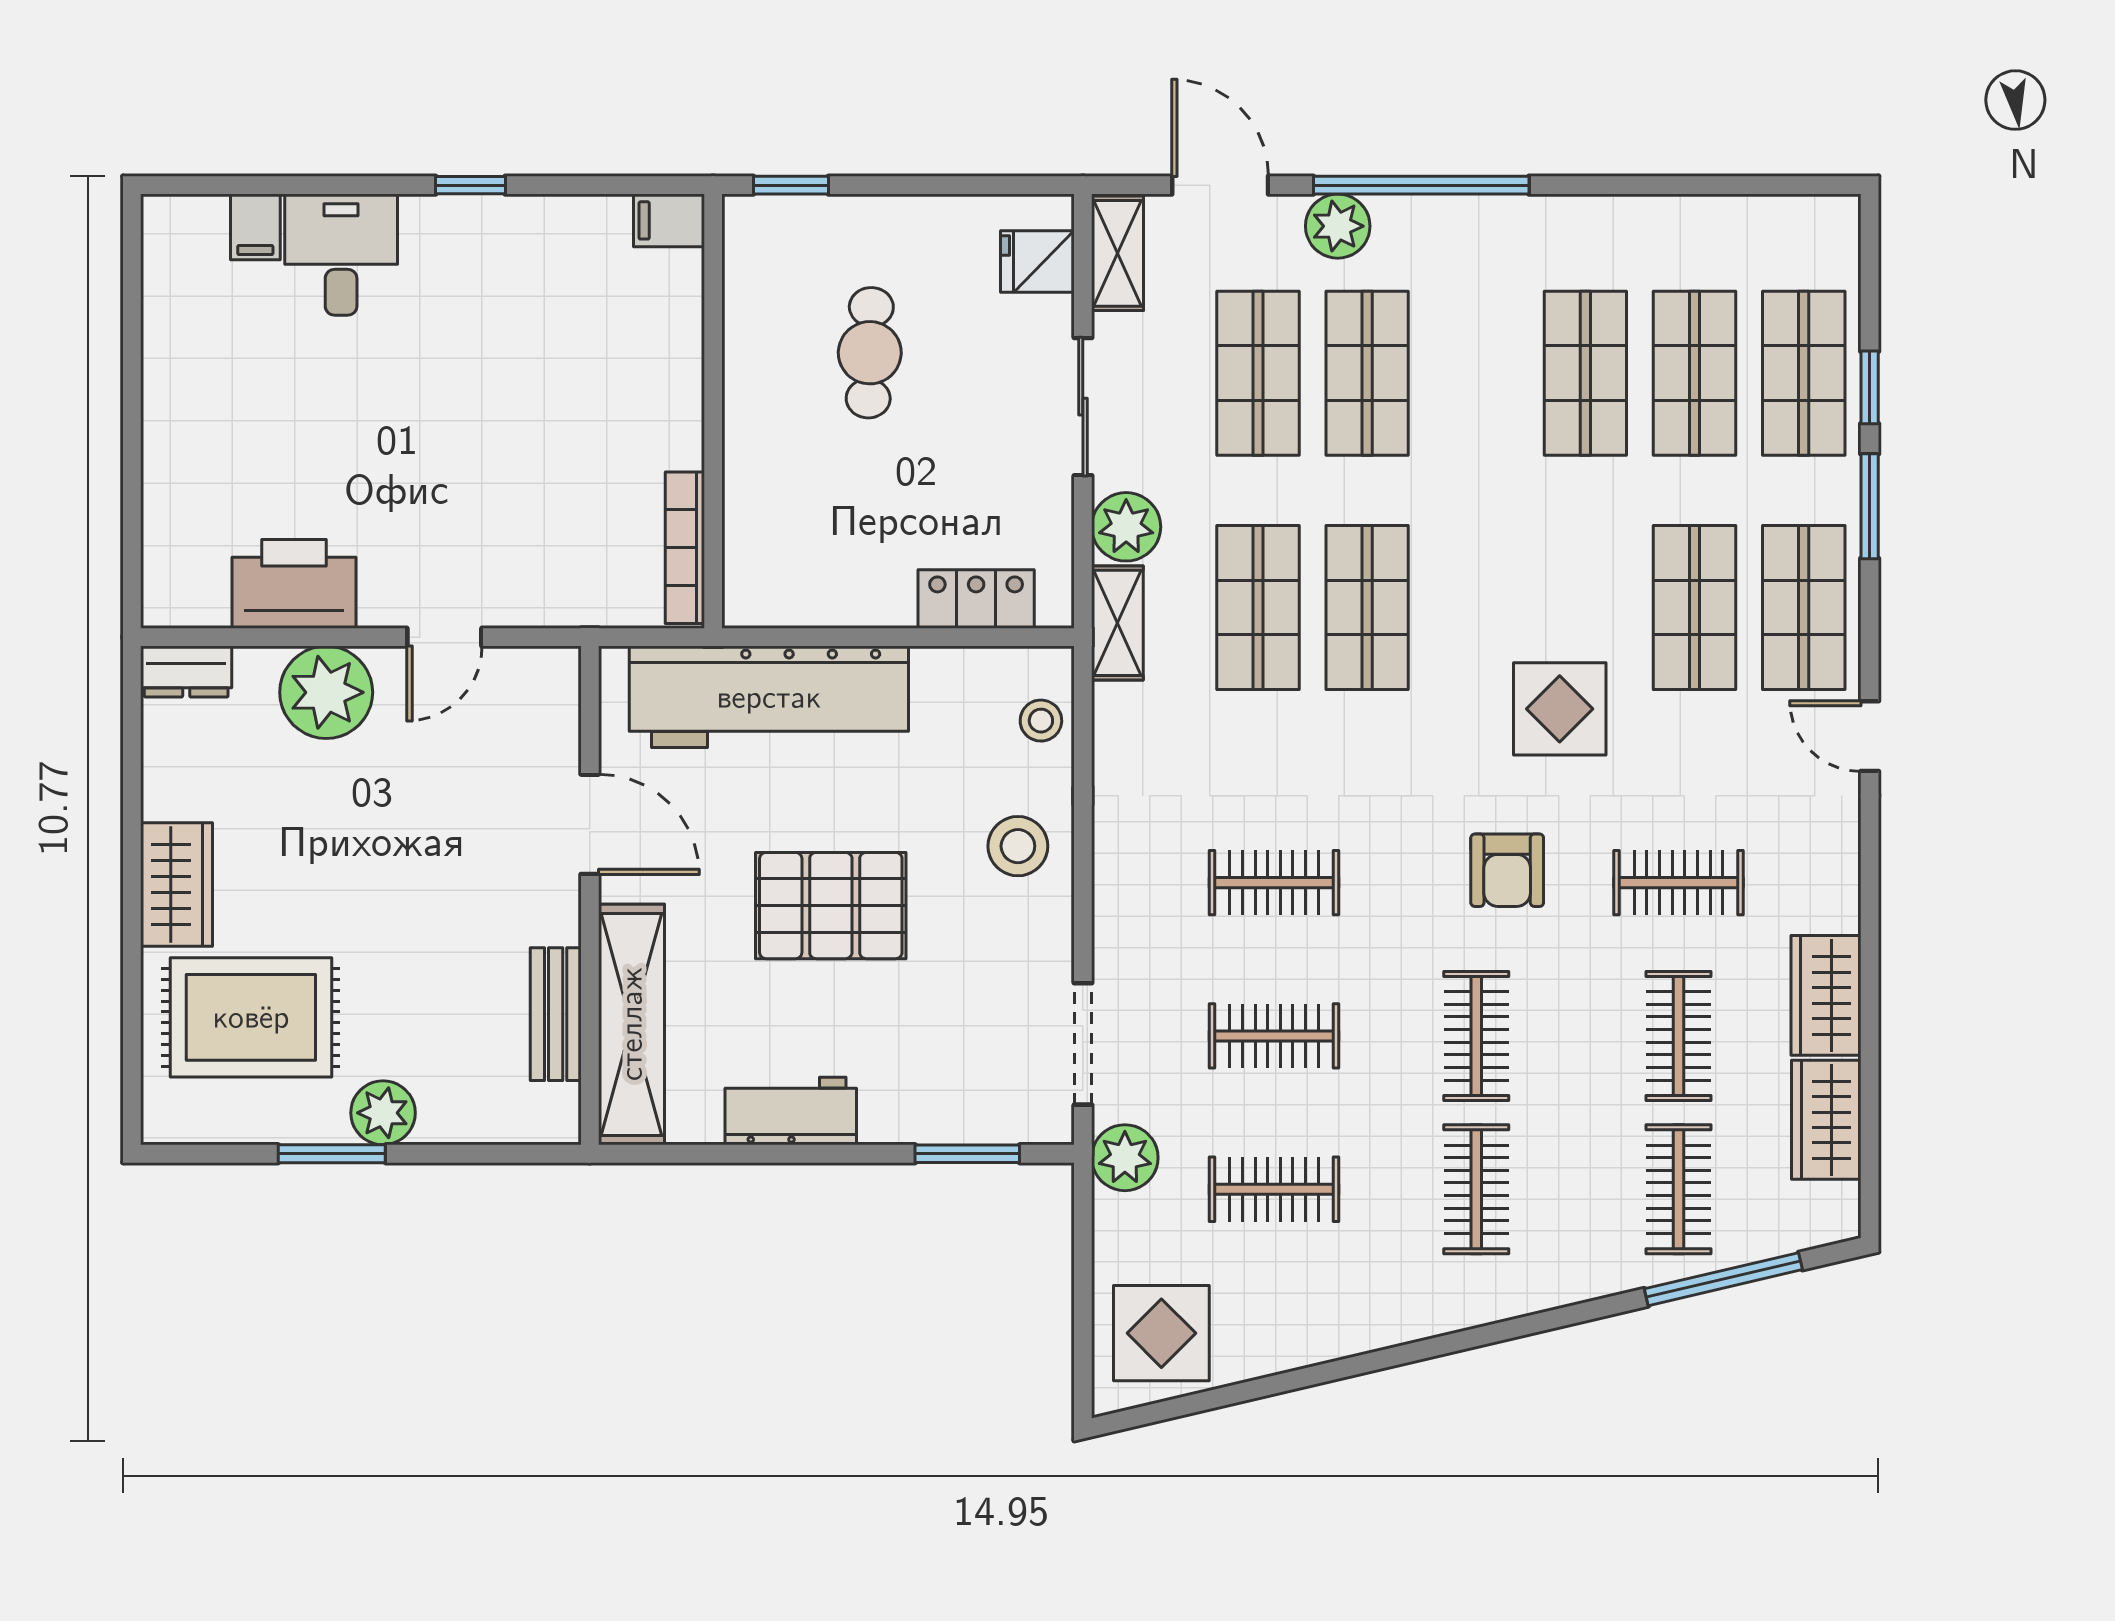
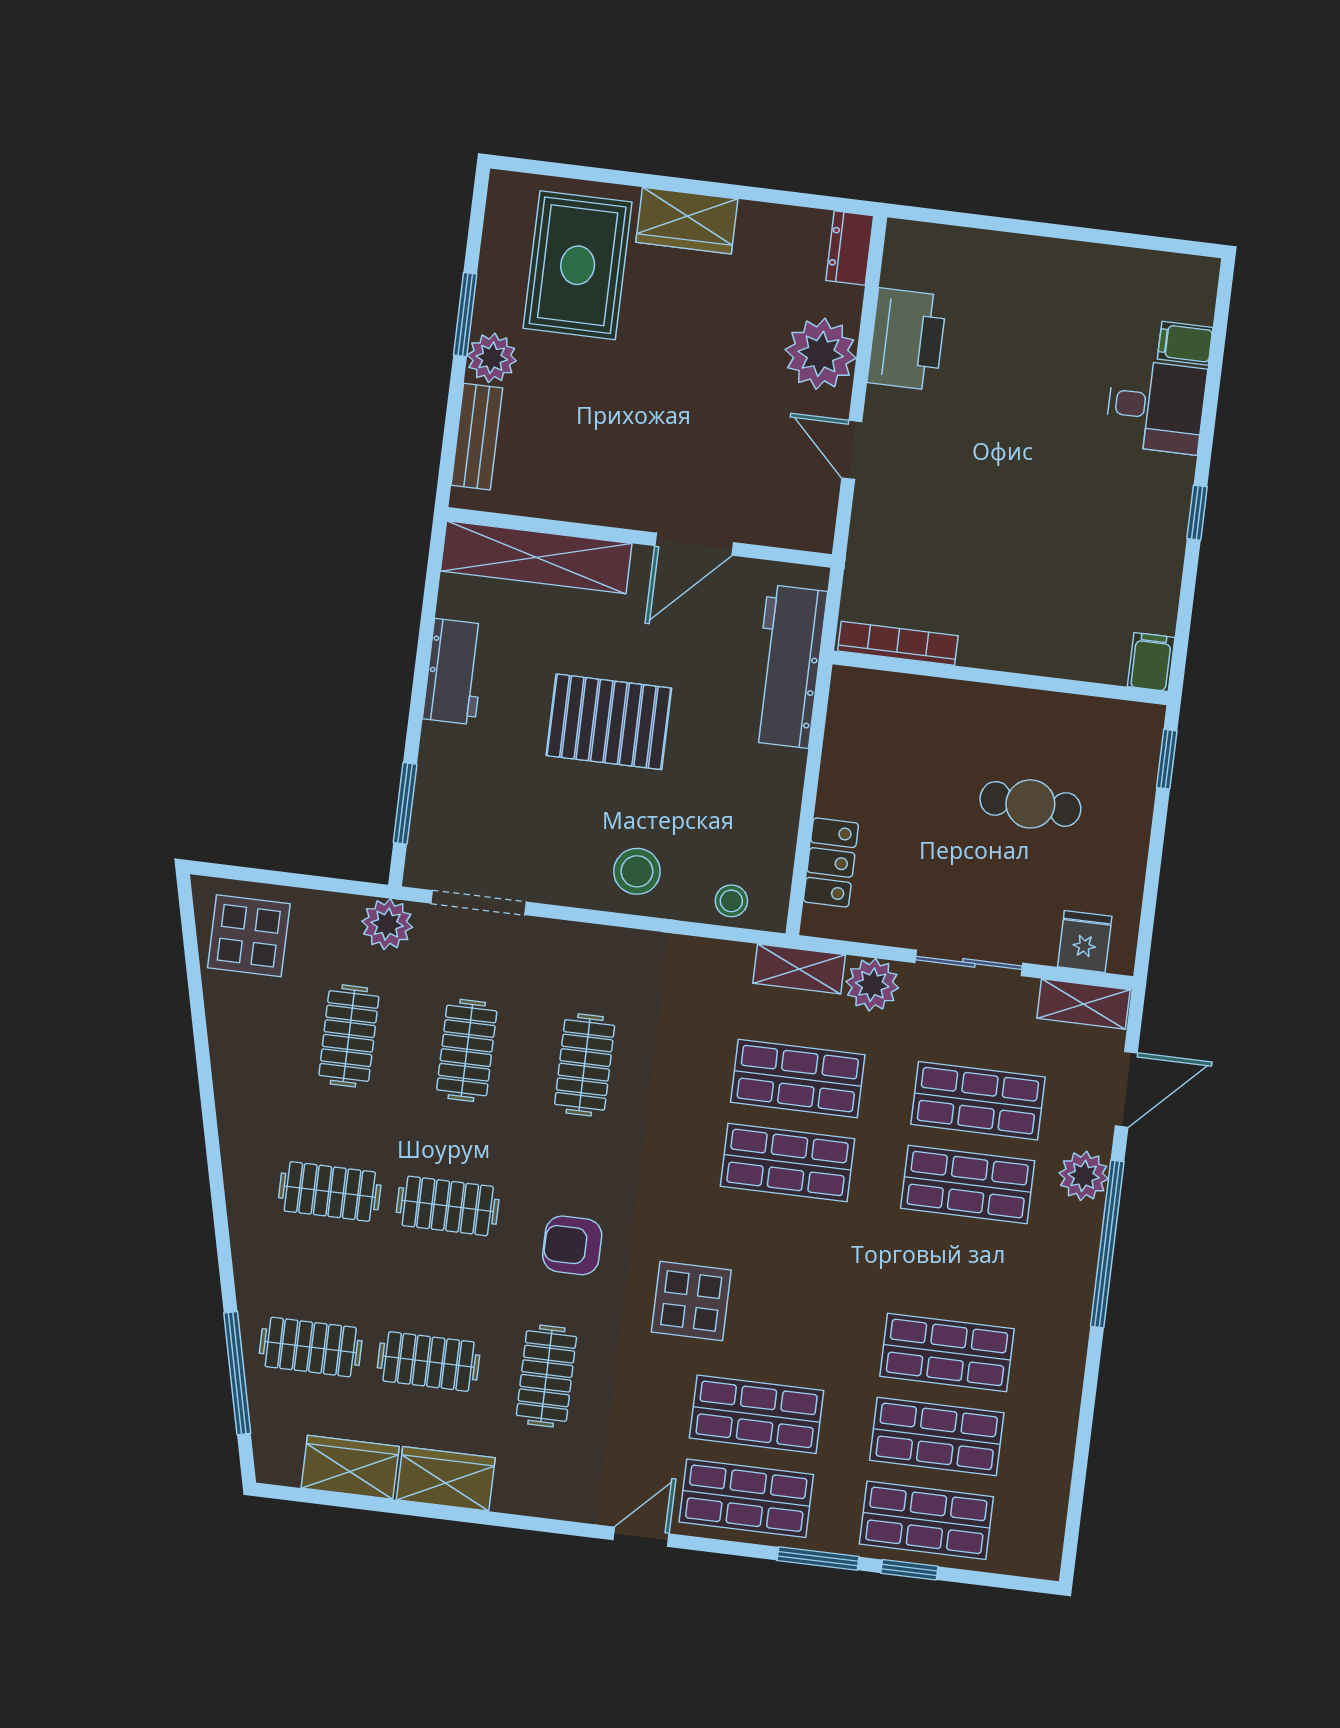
workbench: (769, 697) -> (788, 666), width x0.73, depth x0.76
pallet: (831, 906) -> (609, 722), turned 90
bench: (556, 1014) -> (477, 437), moved, turned 90

